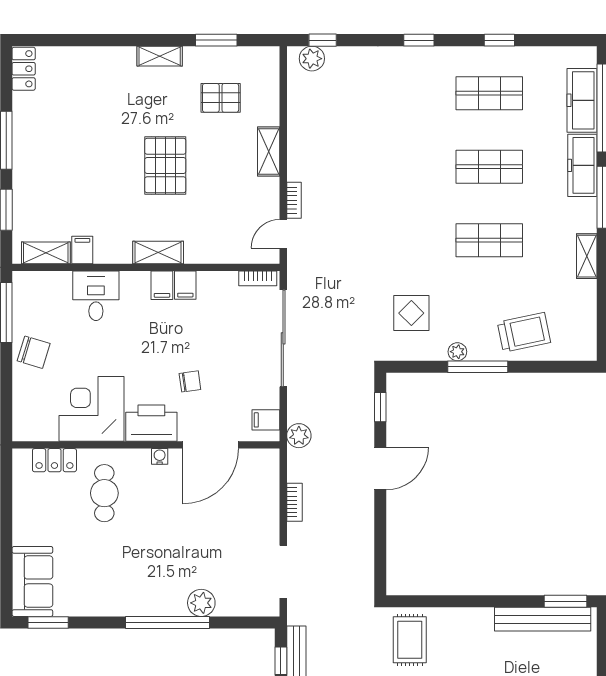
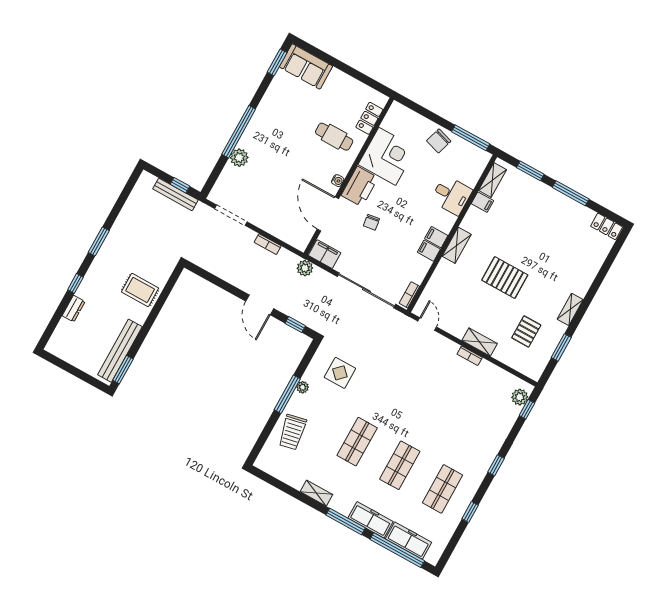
bookcase: (294, 200) -> (470, 356), moved
filing cabinet: (266, 420) -> (325, 254), width x2.00
rug: (410, 640) -> (140, 290), moved

